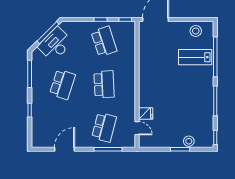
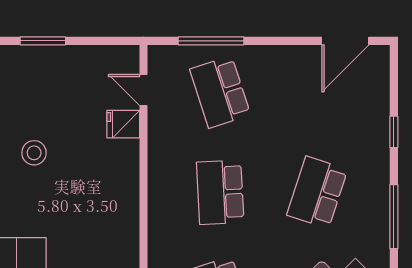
school desk: (104, 127) -> (220, 92), turned -33
stool: (189, 141) -> (34, 153), moved
door: (64, 149) -> (345, 41), moved

